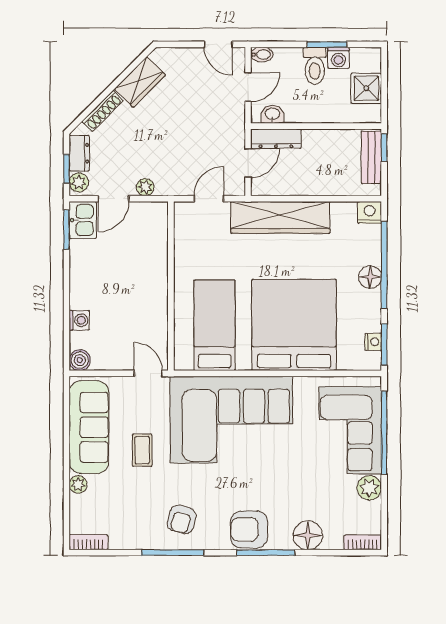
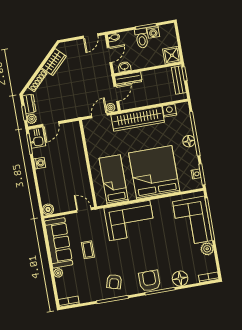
door: (218, 44) -> (91, 36), hinge flipped
shower: (366, 88) -> (172, 55), moved
plant: (145, 187) -> (111, 108), moved
nightstand: (369, 212) -> (170, 110), moved
washing machine: (79, 320) -> (40, 163), moved
corner sofa: (231, 420) -> (130, 220), width x0.73, depth x0.74
armchair: (249, 529) -> (149, 281), turned 90

